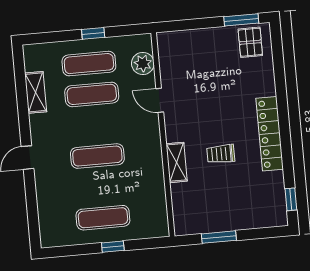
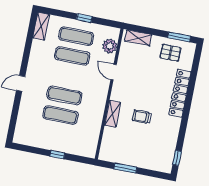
shelving: (181, 39) -> (138, 38), added
pallet: (250, 42) -> (170, 53), moved, turned 90
shelving: (36, 92) -> (41, 26), moved
locker: (270, 134) -> (180, 93), moved
exercise mat: (103, 218) -> (61, 115), moved

